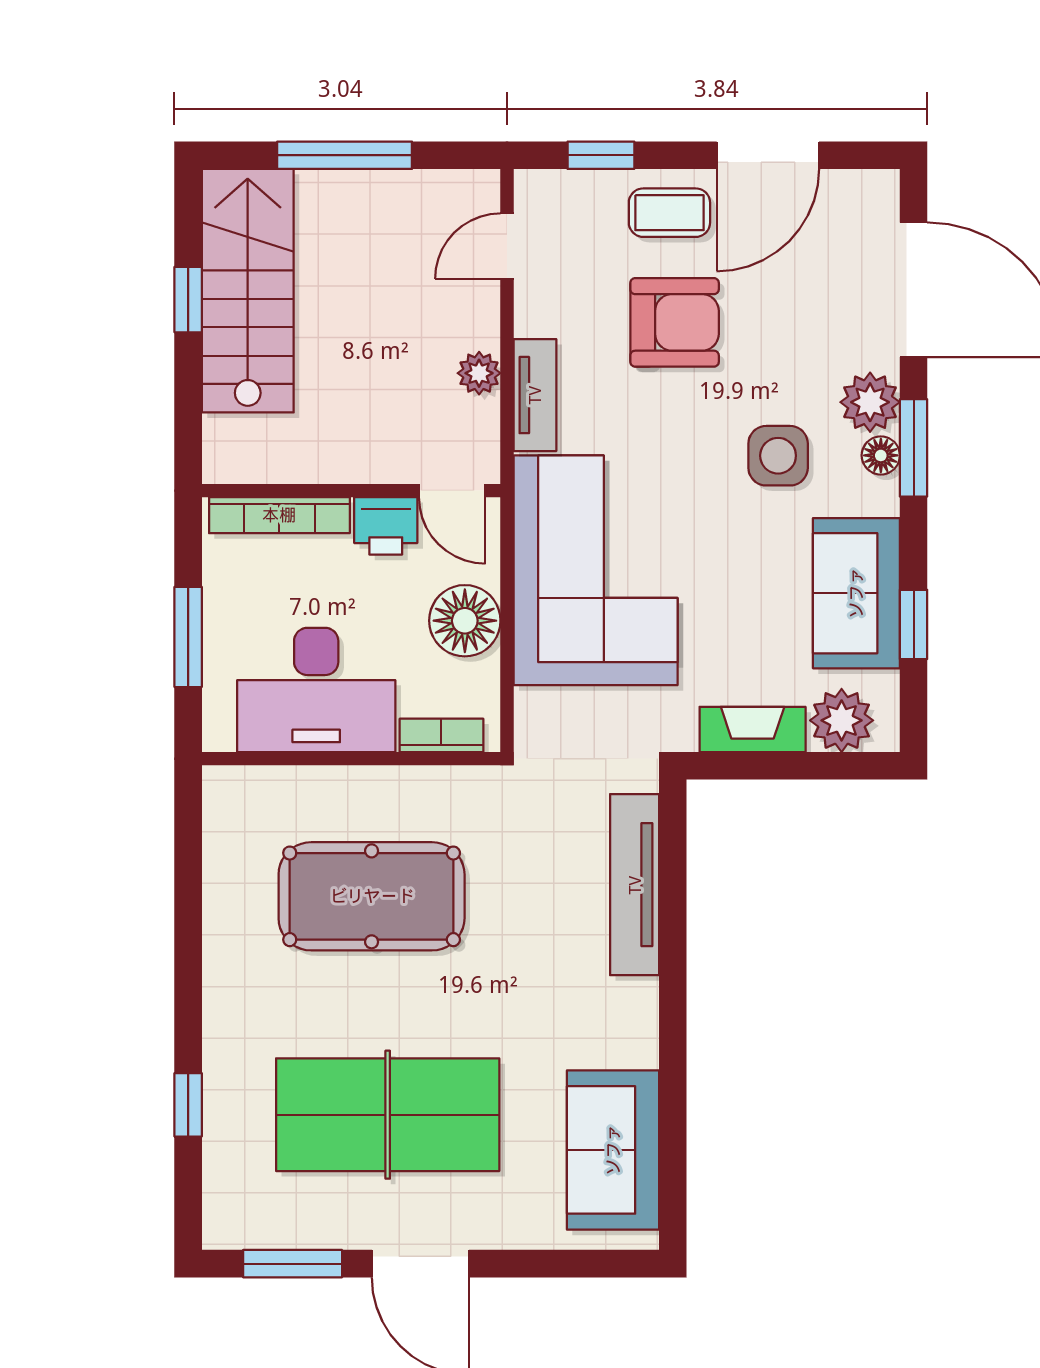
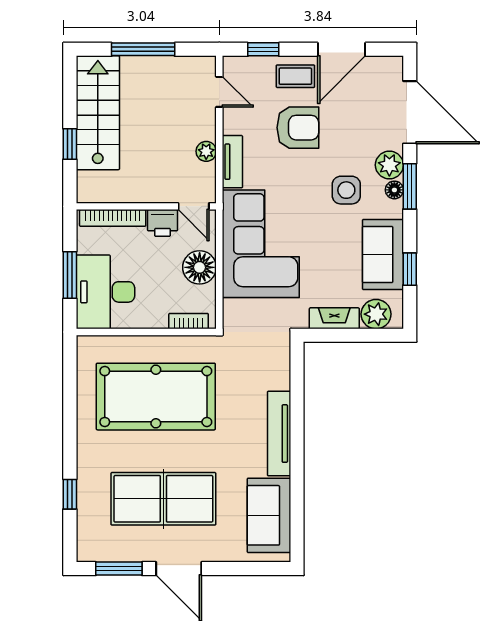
door: (507, 246) -> (219, 92), swing flipped
window: (188, 300) -> (70, 144), moved
desk: (316, 690) -> (105, 292), moved, turned 90
tv unit: (635, 885) -> (279, 434), moved
pool table: (372, 896) -> (156, 397), width x1.36, depth x1.32

